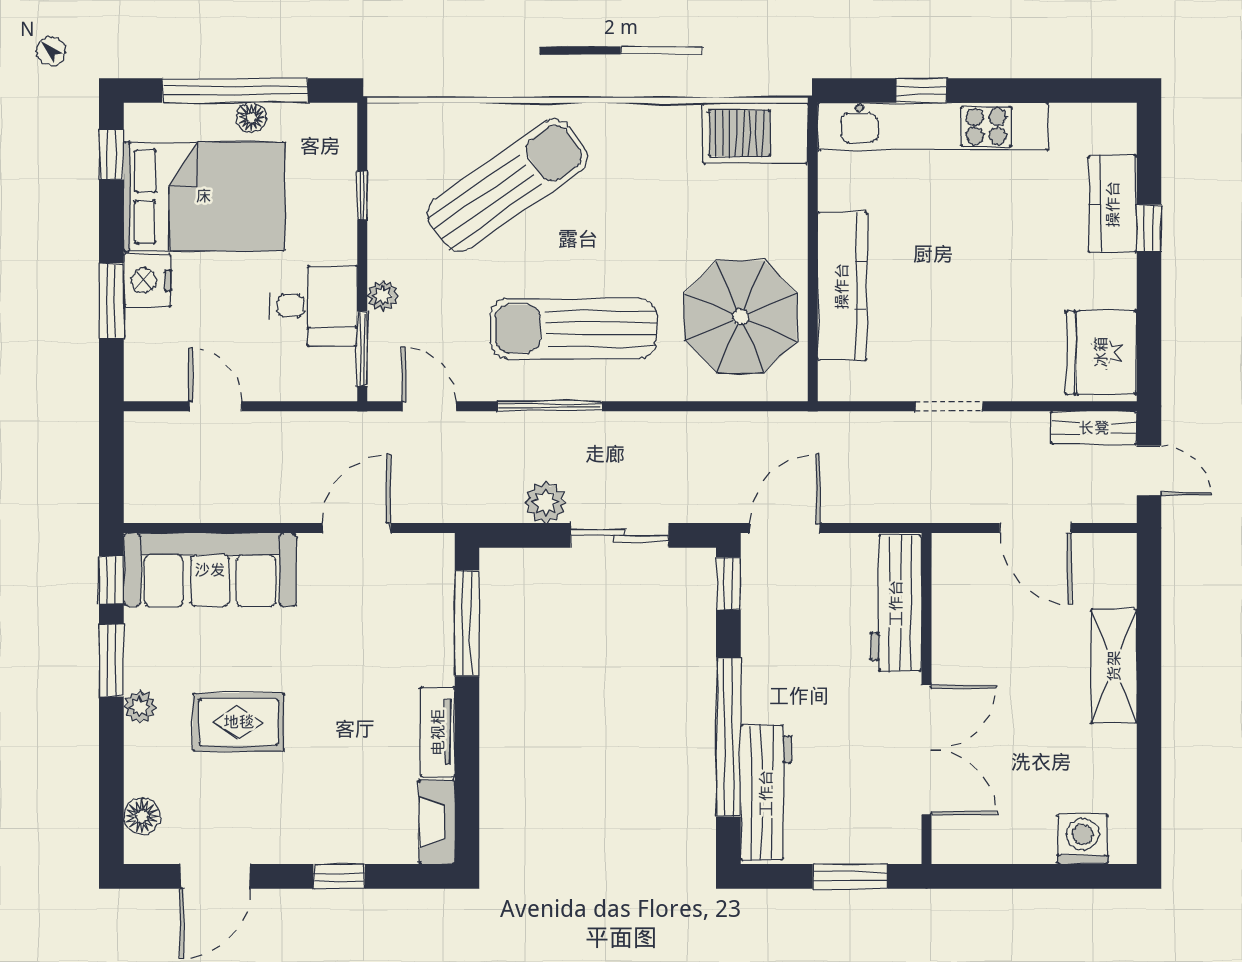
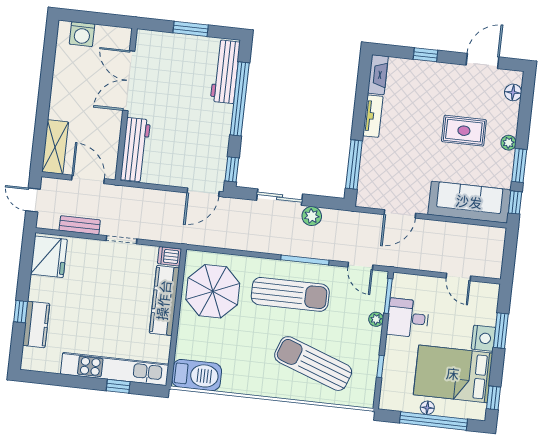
sun lounger: (508, 185) -> (313, 364), turned 55
dishwasher: (842, 382) -> (169, 256), added
bench: (1094, 428) -> (80, 225), moved
workbench: (896, 603) -> (135, 150), moved
shelving: (1114, 666) -> (55, 147), moved
wall: (926, 699) -> (126, 104), moved
double door: (926, 750) -> (129, 81), moved

